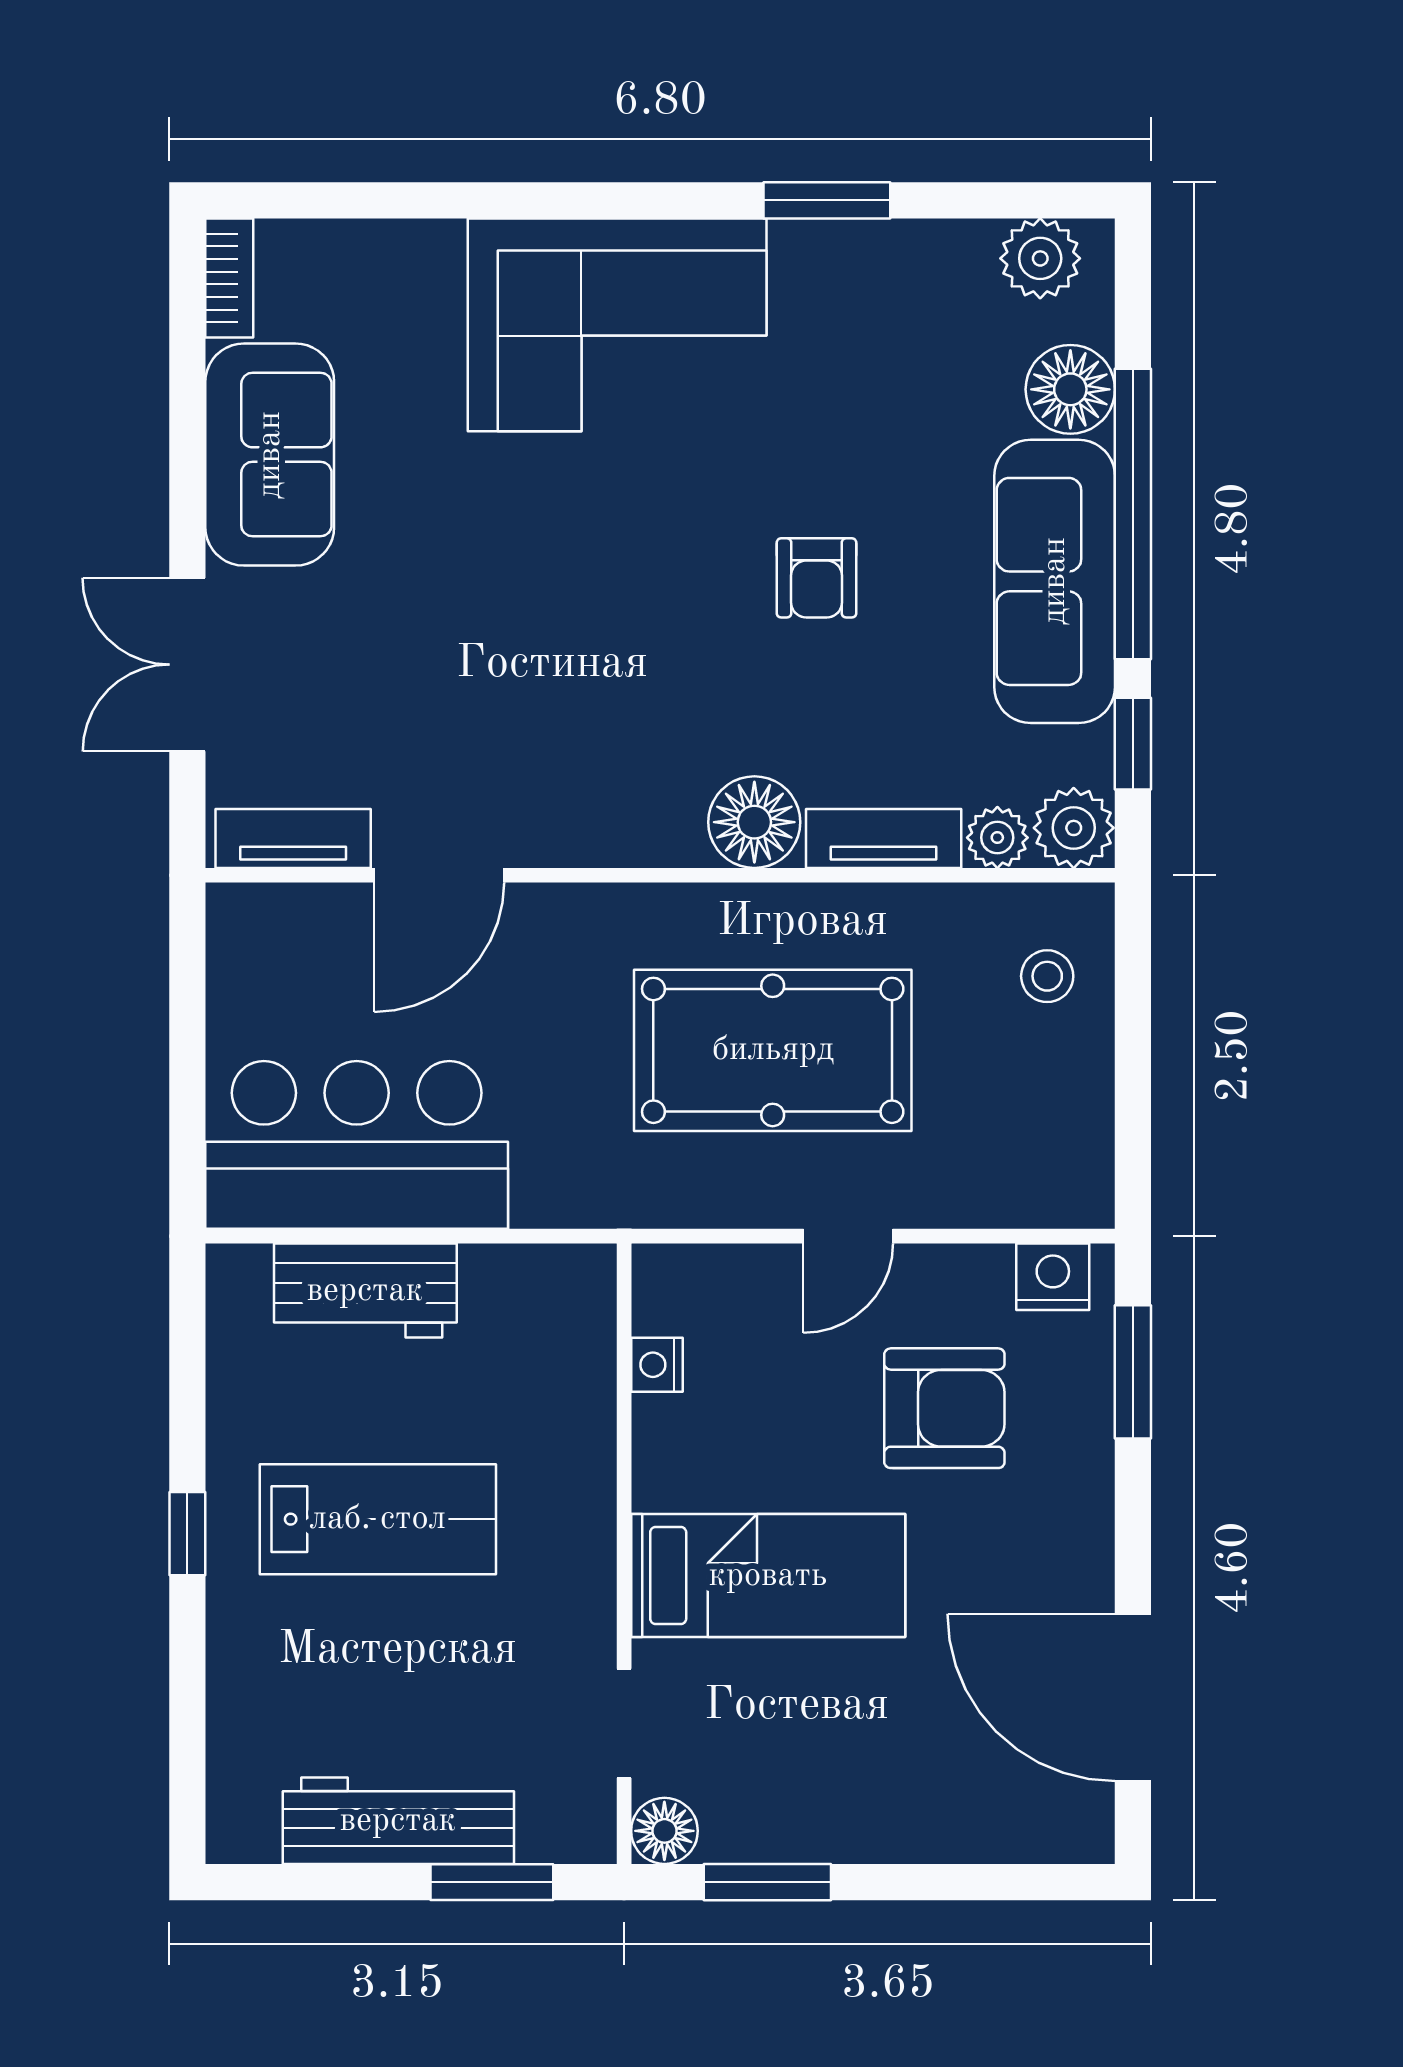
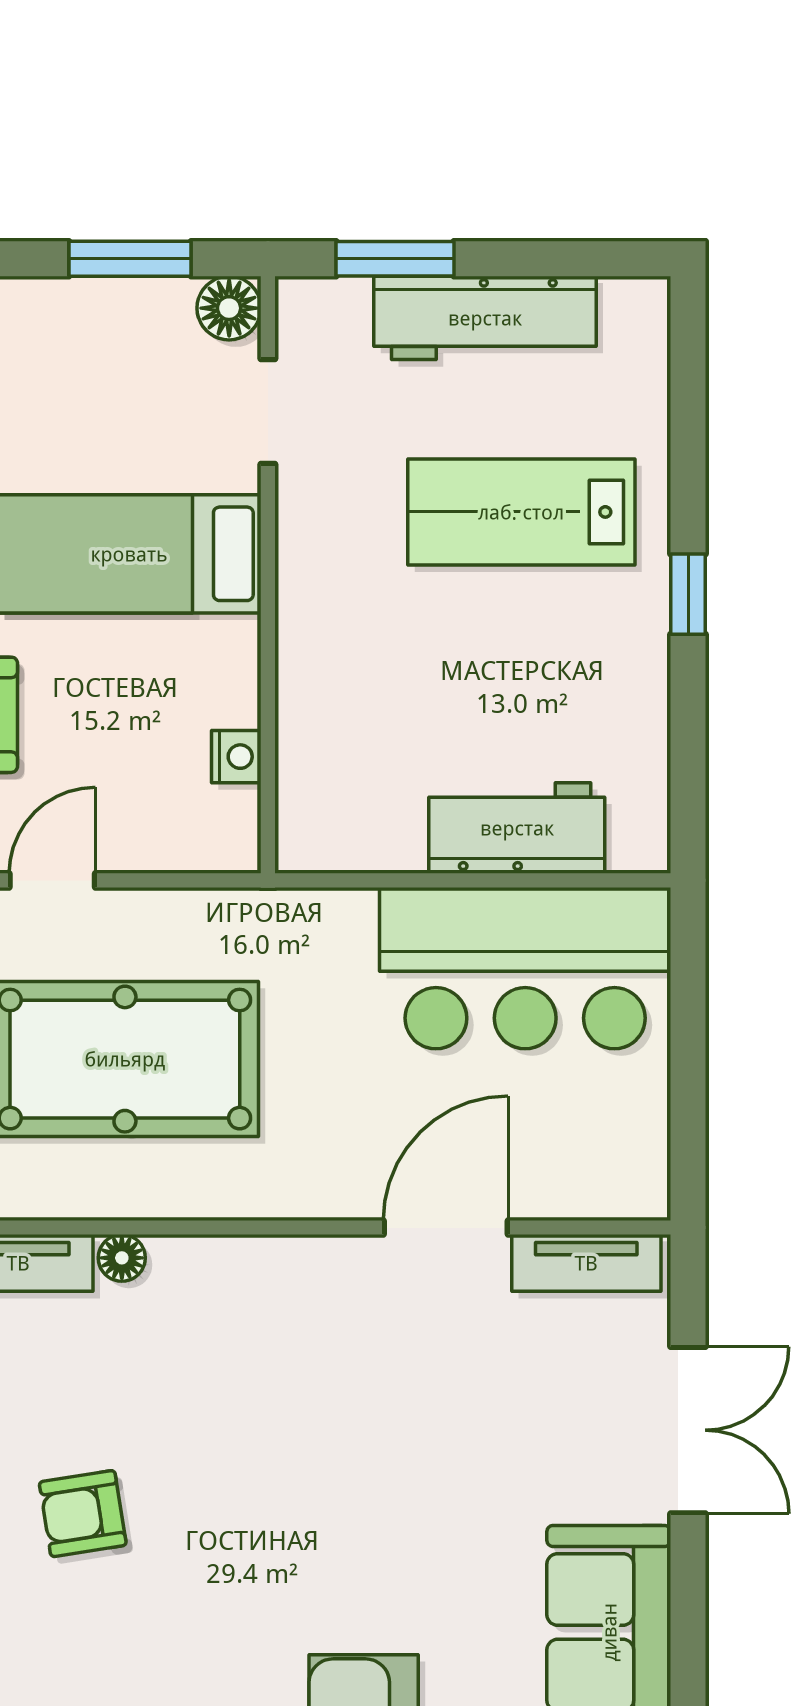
armchair: (816, 578) -> (83, 1514), turned -99
floor lamp: (754, 822) -> (122, 1258), width x0.53, depth x0.53
lab bench: (378, 1519) -> (521, 512), moved

